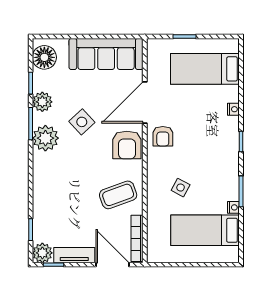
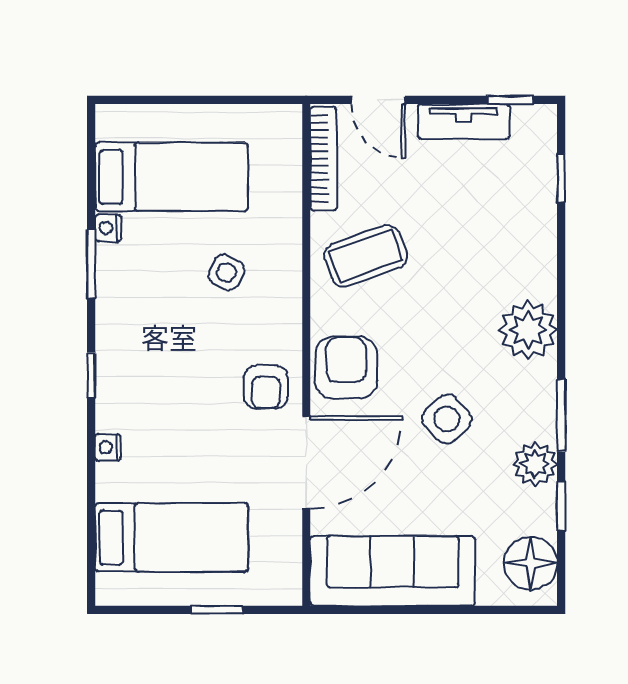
armchair: (163, 136) -> (266, 387), turned 180
plant: (45, 138) -> (528, 330), moved
plant: (42, 253) -> (535, 126), removed
door: (113, 265) -> (378, 100), width x0.73

